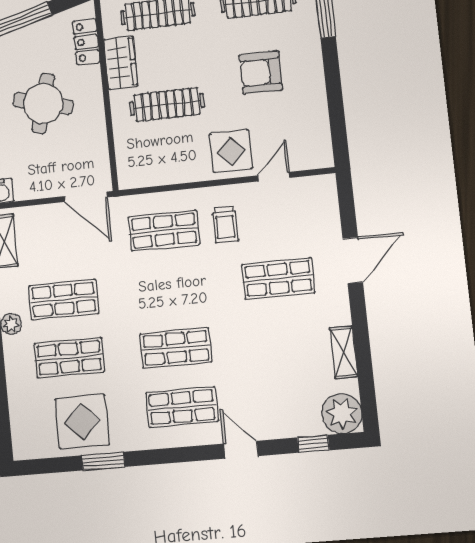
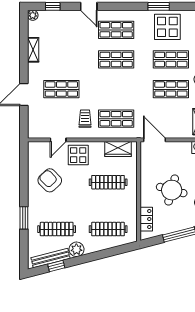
wardrobe: (121, 63) -> (118, 149), moved, turned -90
armchair: (261, 72) -> (50, 180), moved, turned -134
plant: (342, 414) -> (33, 15), width x0.53, depth x0.53

